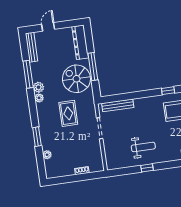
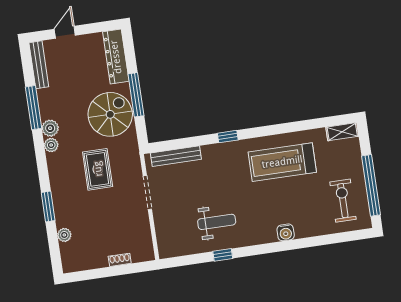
spiral stairs: (76, 79) -> (110, 114), turned 90
window: (168, 91) -> (228, 137), moved

